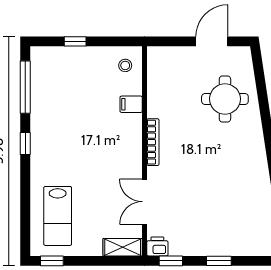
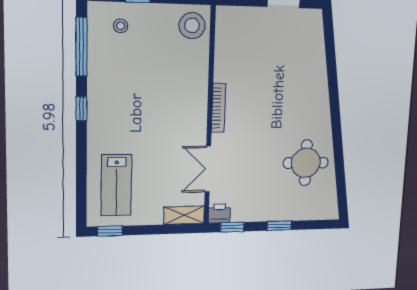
stool: (125, 65) -> (192, 26), width x1.89, depth x1.89
stool: (60, 68) -> (121, 26), added
round table: (225, 99) -> (306, 163), moved
filing cabinet: (131, 104) -> (197, 68), removed

